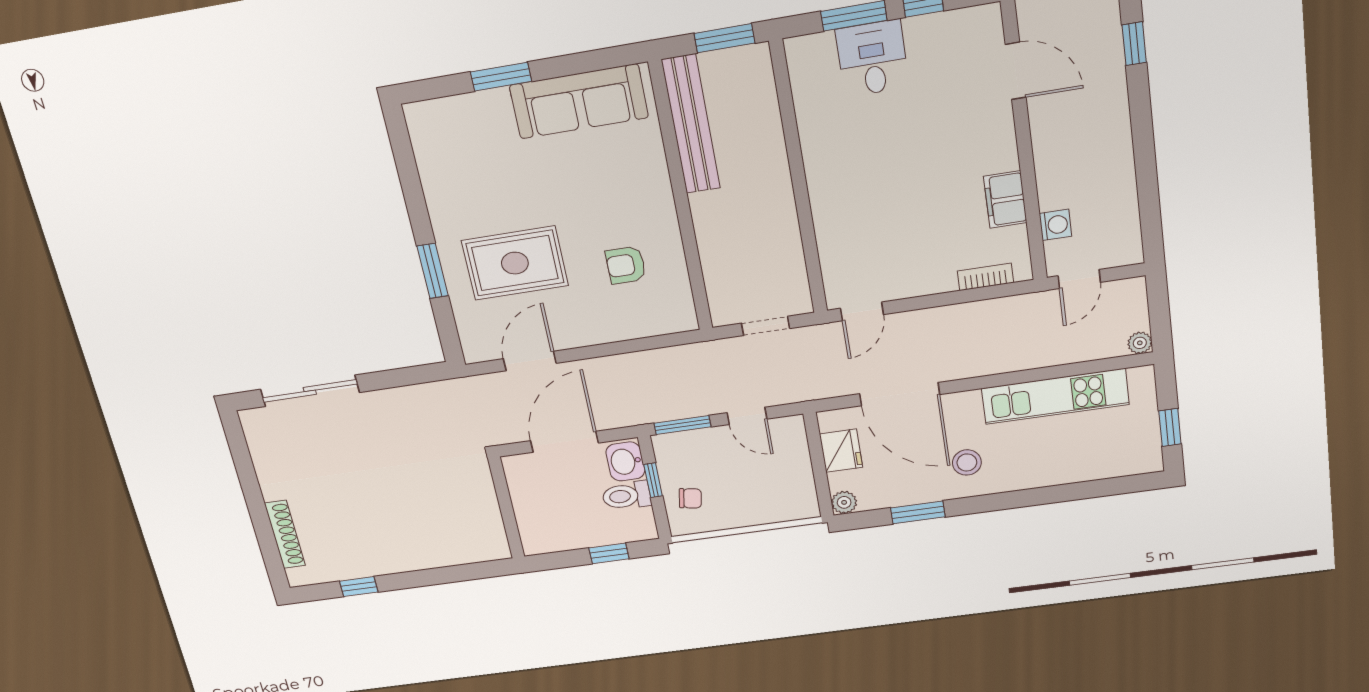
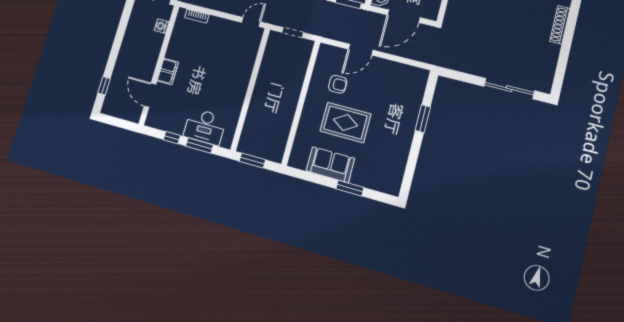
desk: (872, 58) -> (205, 127), width x1.37
sofa: (579, 101) -> (330, 165), width x0.73
bench: (691, 124) -> (282, 132), removed
filing cabinet: (1005, 200) -> (168, 71), moved
rug: (515, 263) -> (345, 122), moved
door: (530, 361) -> (361, 50), moved

